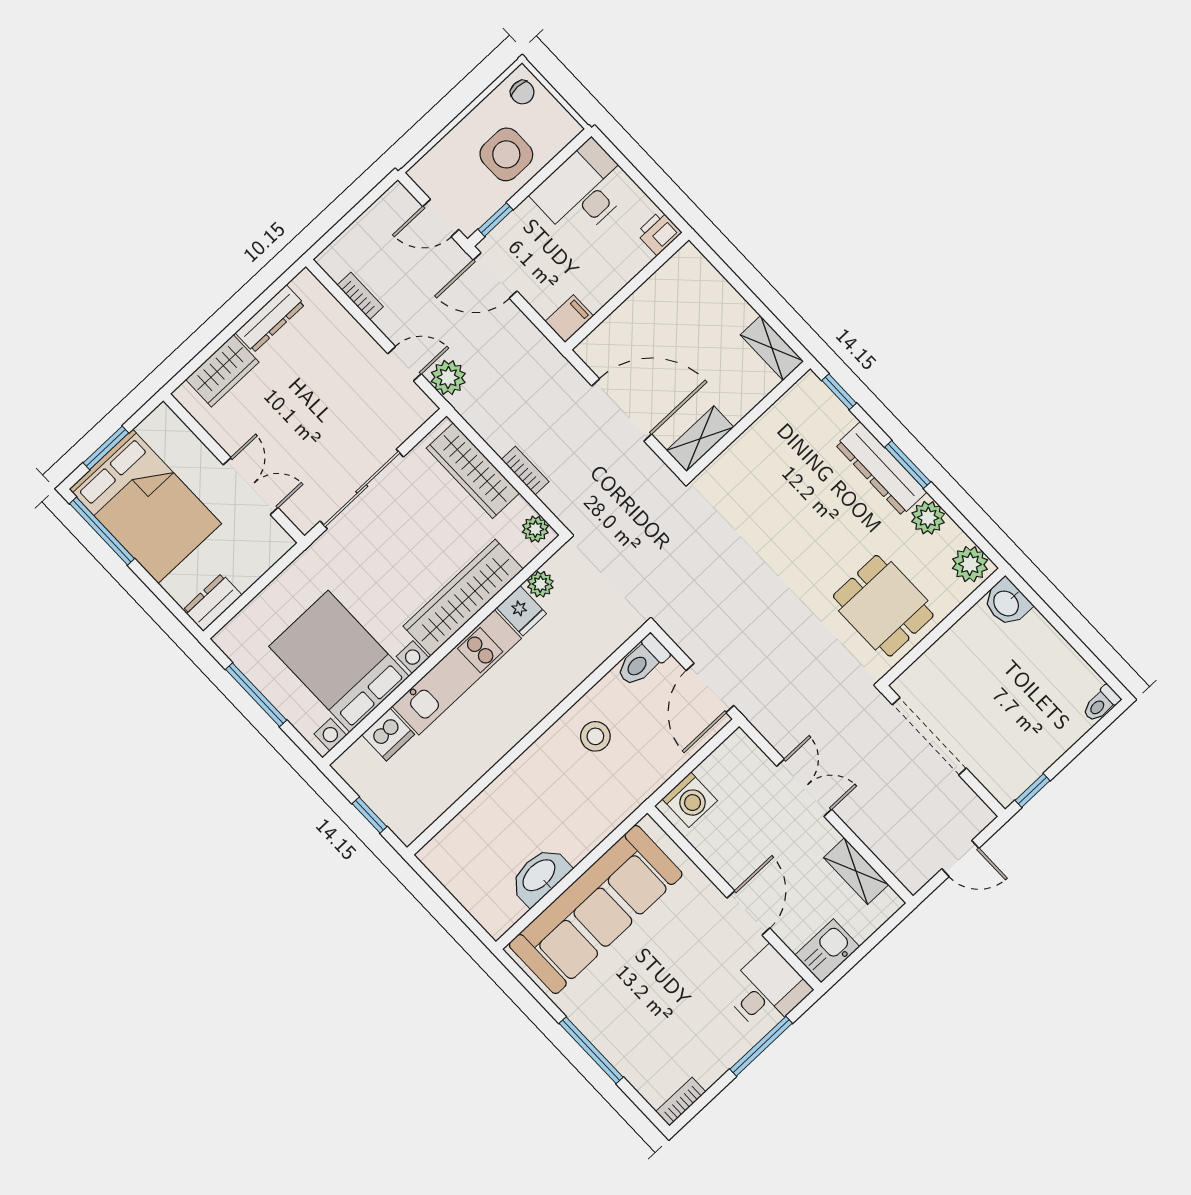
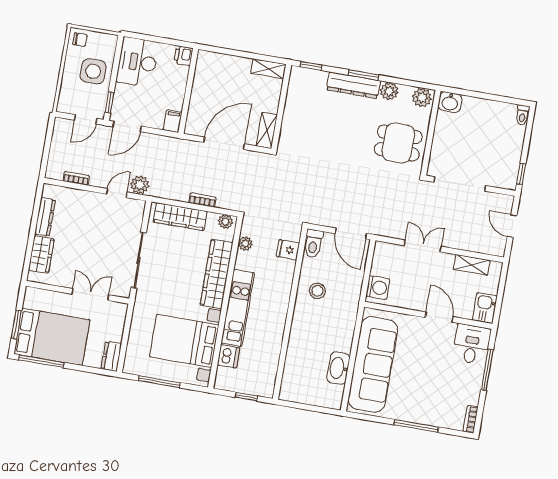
fridge: (521, 611) -> (288, 250), moved, turned 180
door: (960, 858) -> (512, 226), swing flipped

